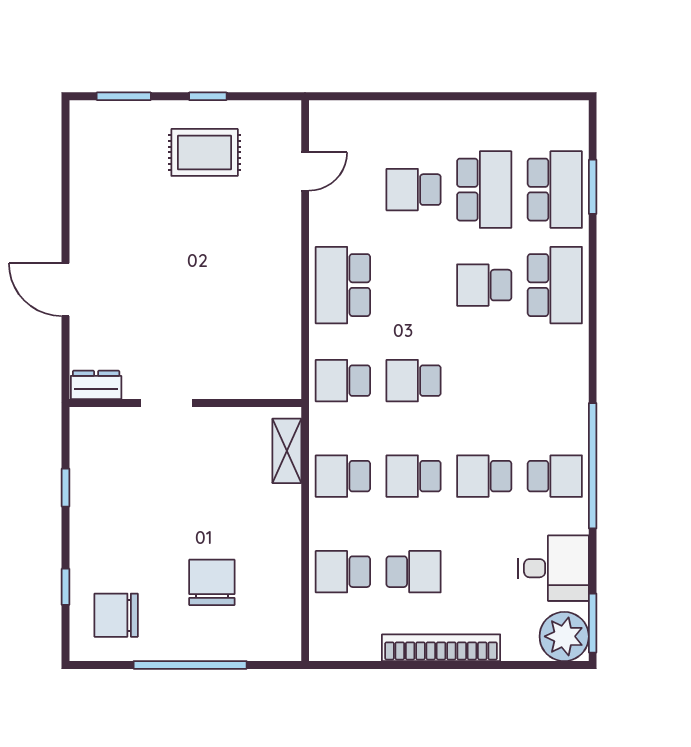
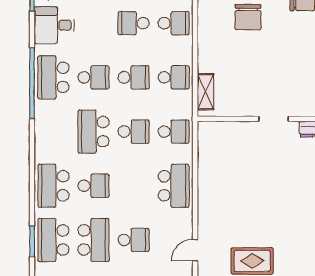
school desk: (484, 190) -> (94, 240), turned 180
school desk: (484, 381) -> (94, 132), added
school desk: (555, 476) -> (53, 77), width x1.85

